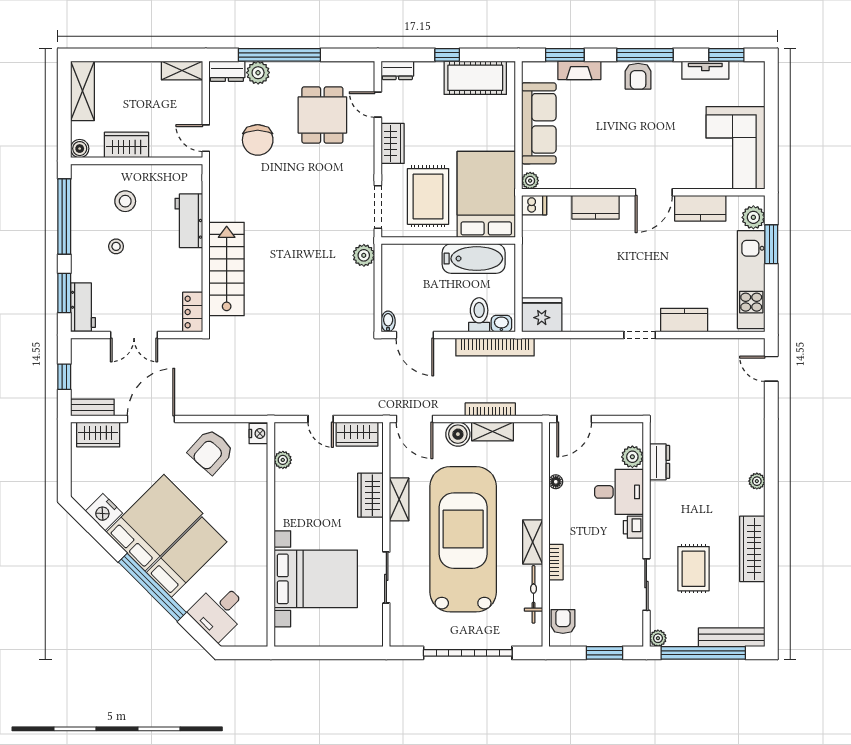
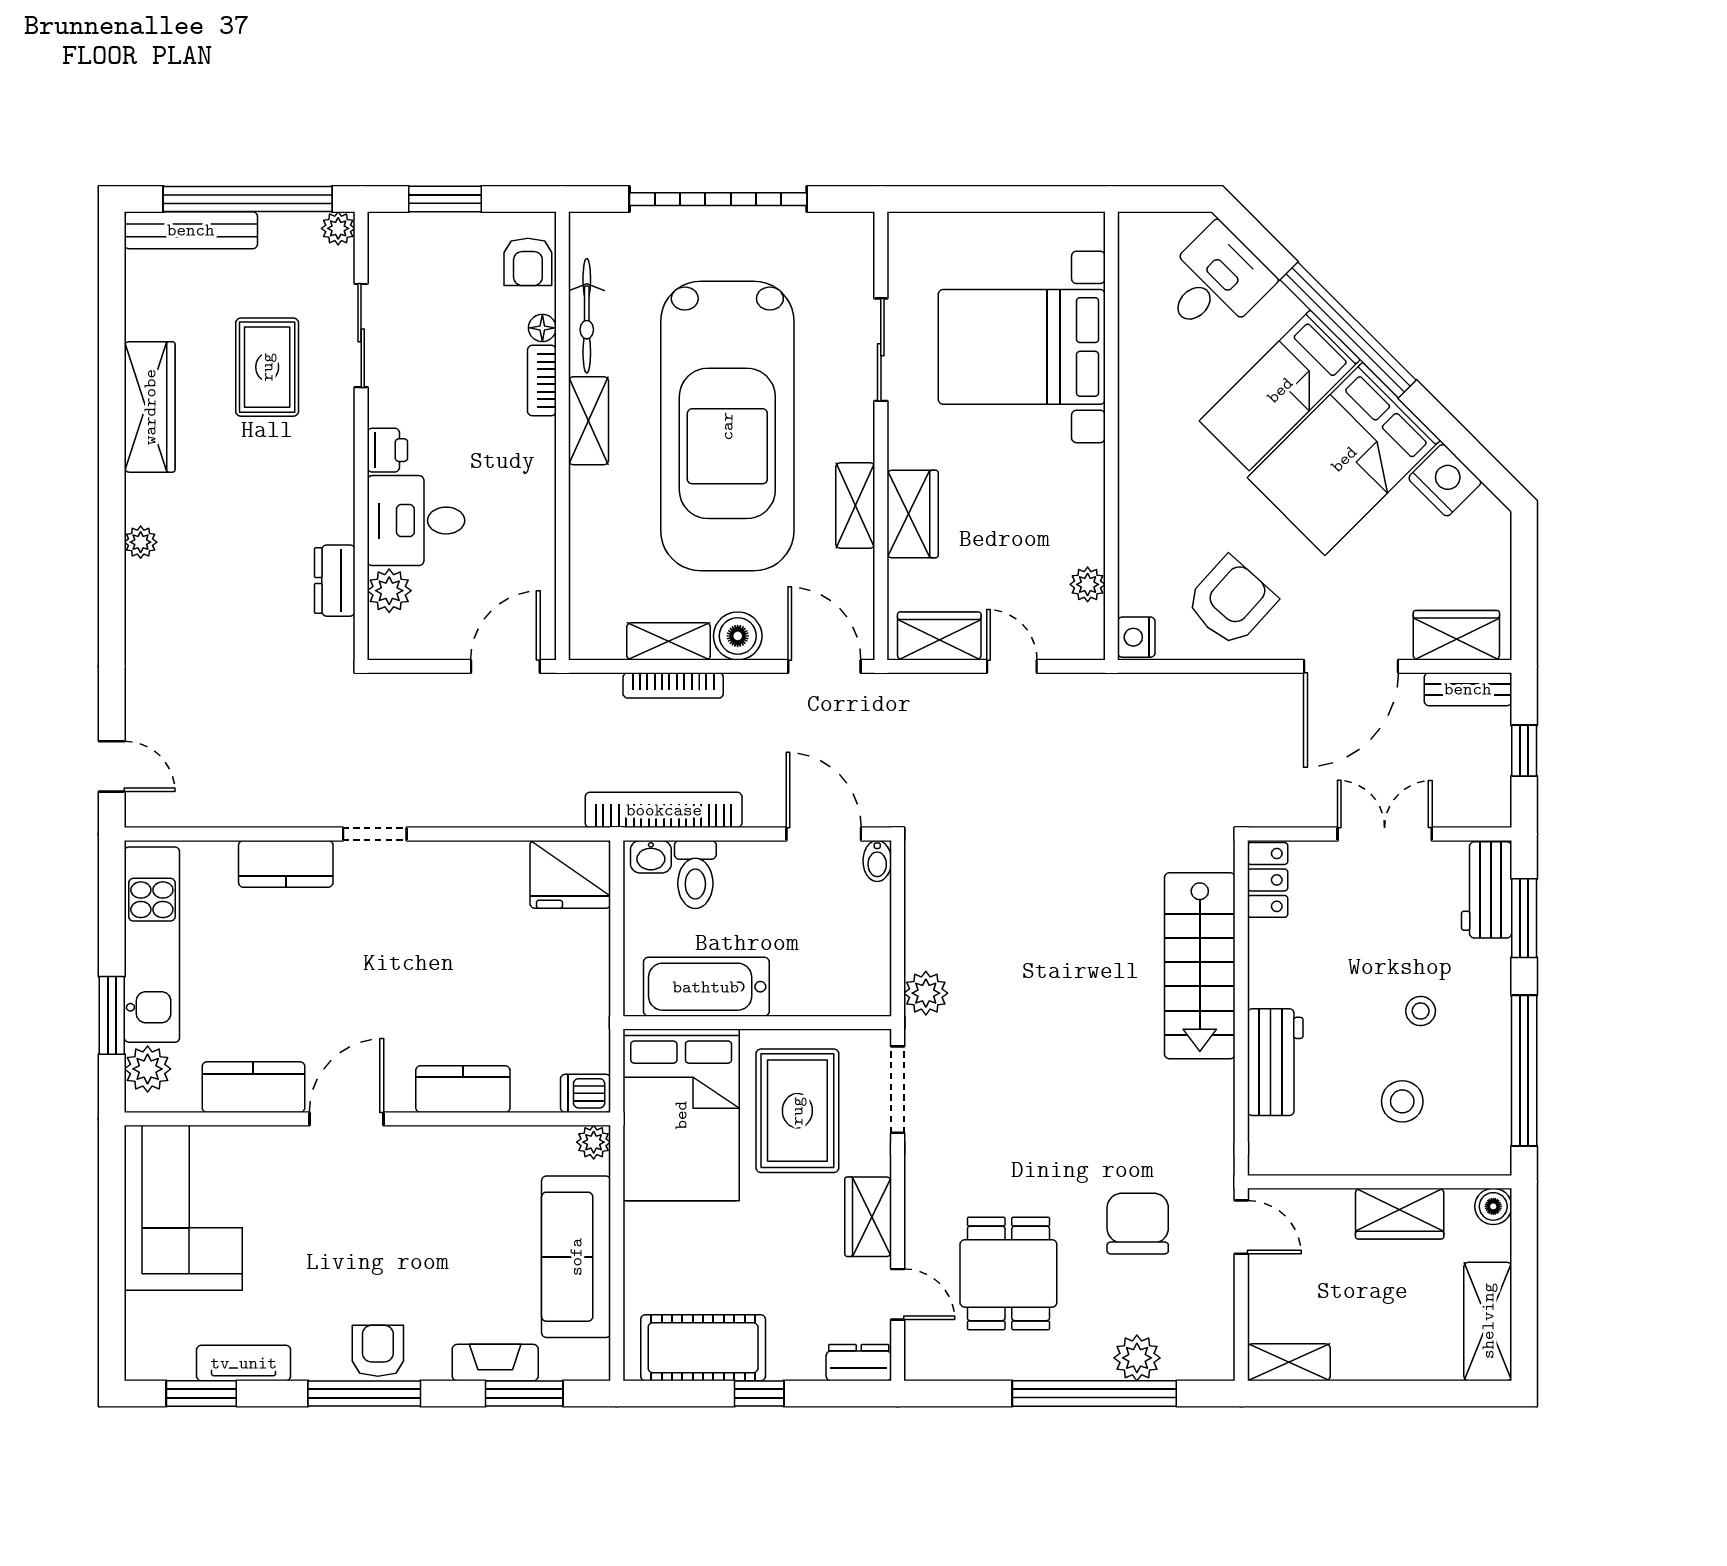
dresser: (227, 71) -> (1199, 1361), removed
floor lamp: (556, 482) -> (542, 328), moved

